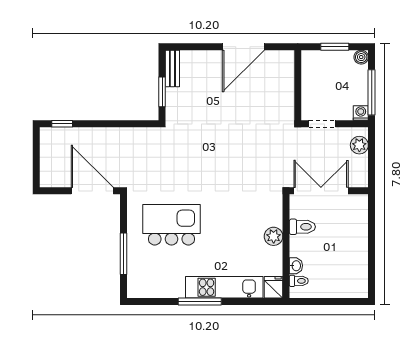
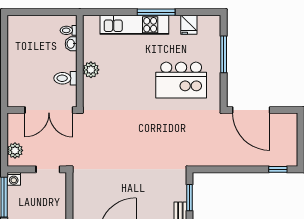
fridge: (273, 287) -> (189, 25), moved

